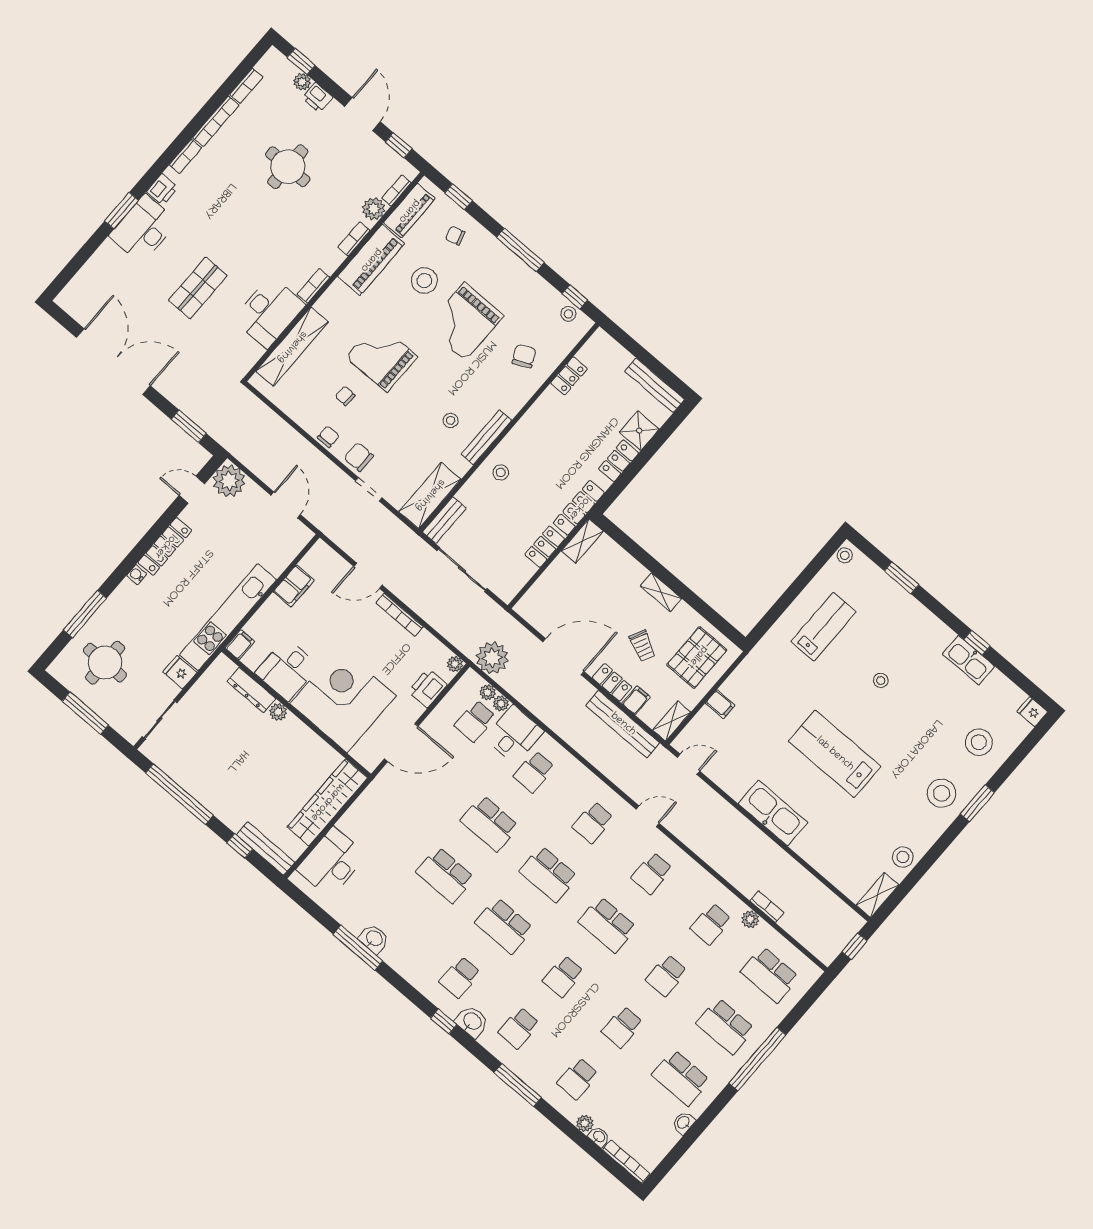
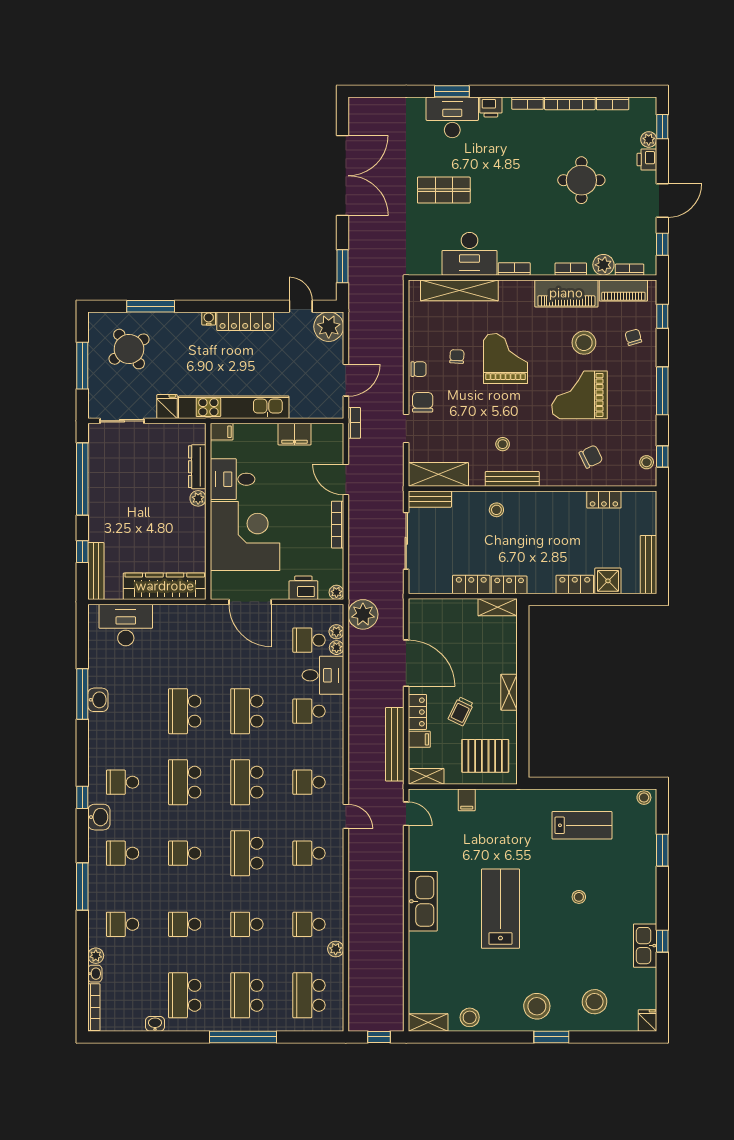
locker: (579, 508) -> (509, 585), width x0.66
round table: (105, 663) -> (129, 349), turned -34
bookcase: (767, 907) -> (354, 423), moved

